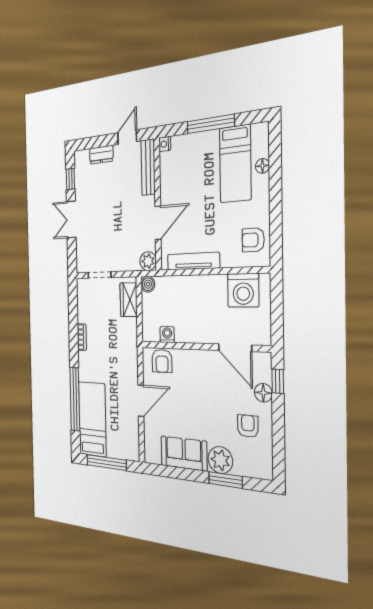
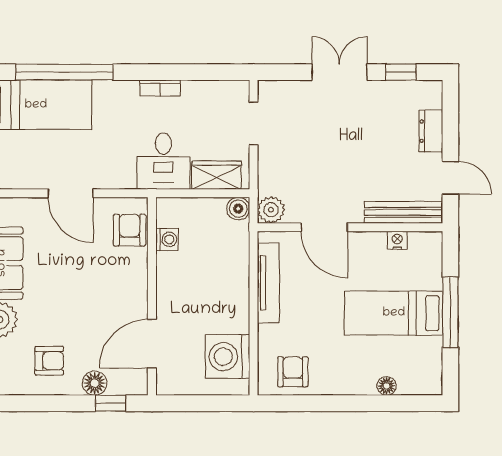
nightstand: (165, 144) -> (397, 240), moved
bed: (235, 164) -> (394, 313), moved
desk: (121, 336) -> (164, 161), added
armchair: (162, 361) -> (130, 230), turned 90

